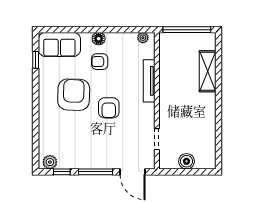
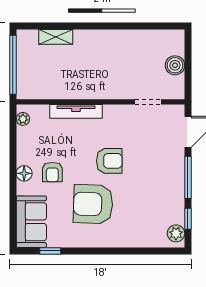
shelving: (208, 71) -> (56, 37), width x0.67, depth x0.75

